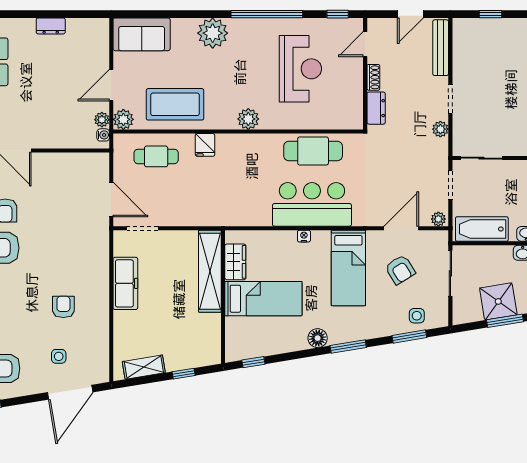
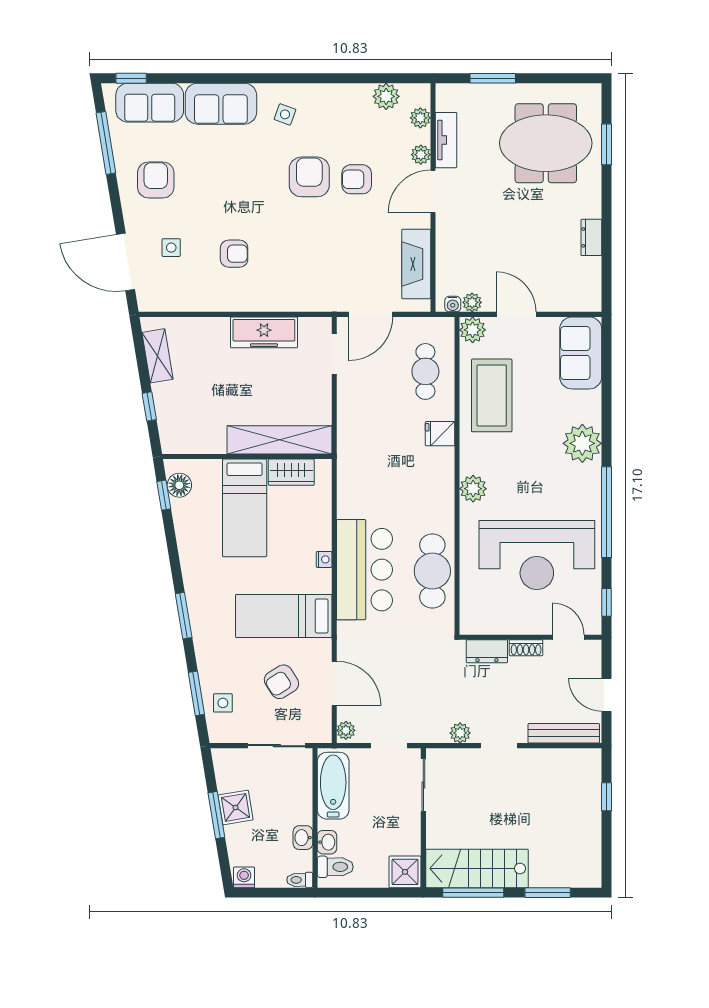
reception desk: (300, 69) -> (537, 555), width x1.36, depth x1.30
fireplace: (72, 164) -> (416, 264), added
shower: (498, 301) -> (236, 807), width x0.73, depth x0.73
floor lamp: (318, 338) -> (179, 485), moved

